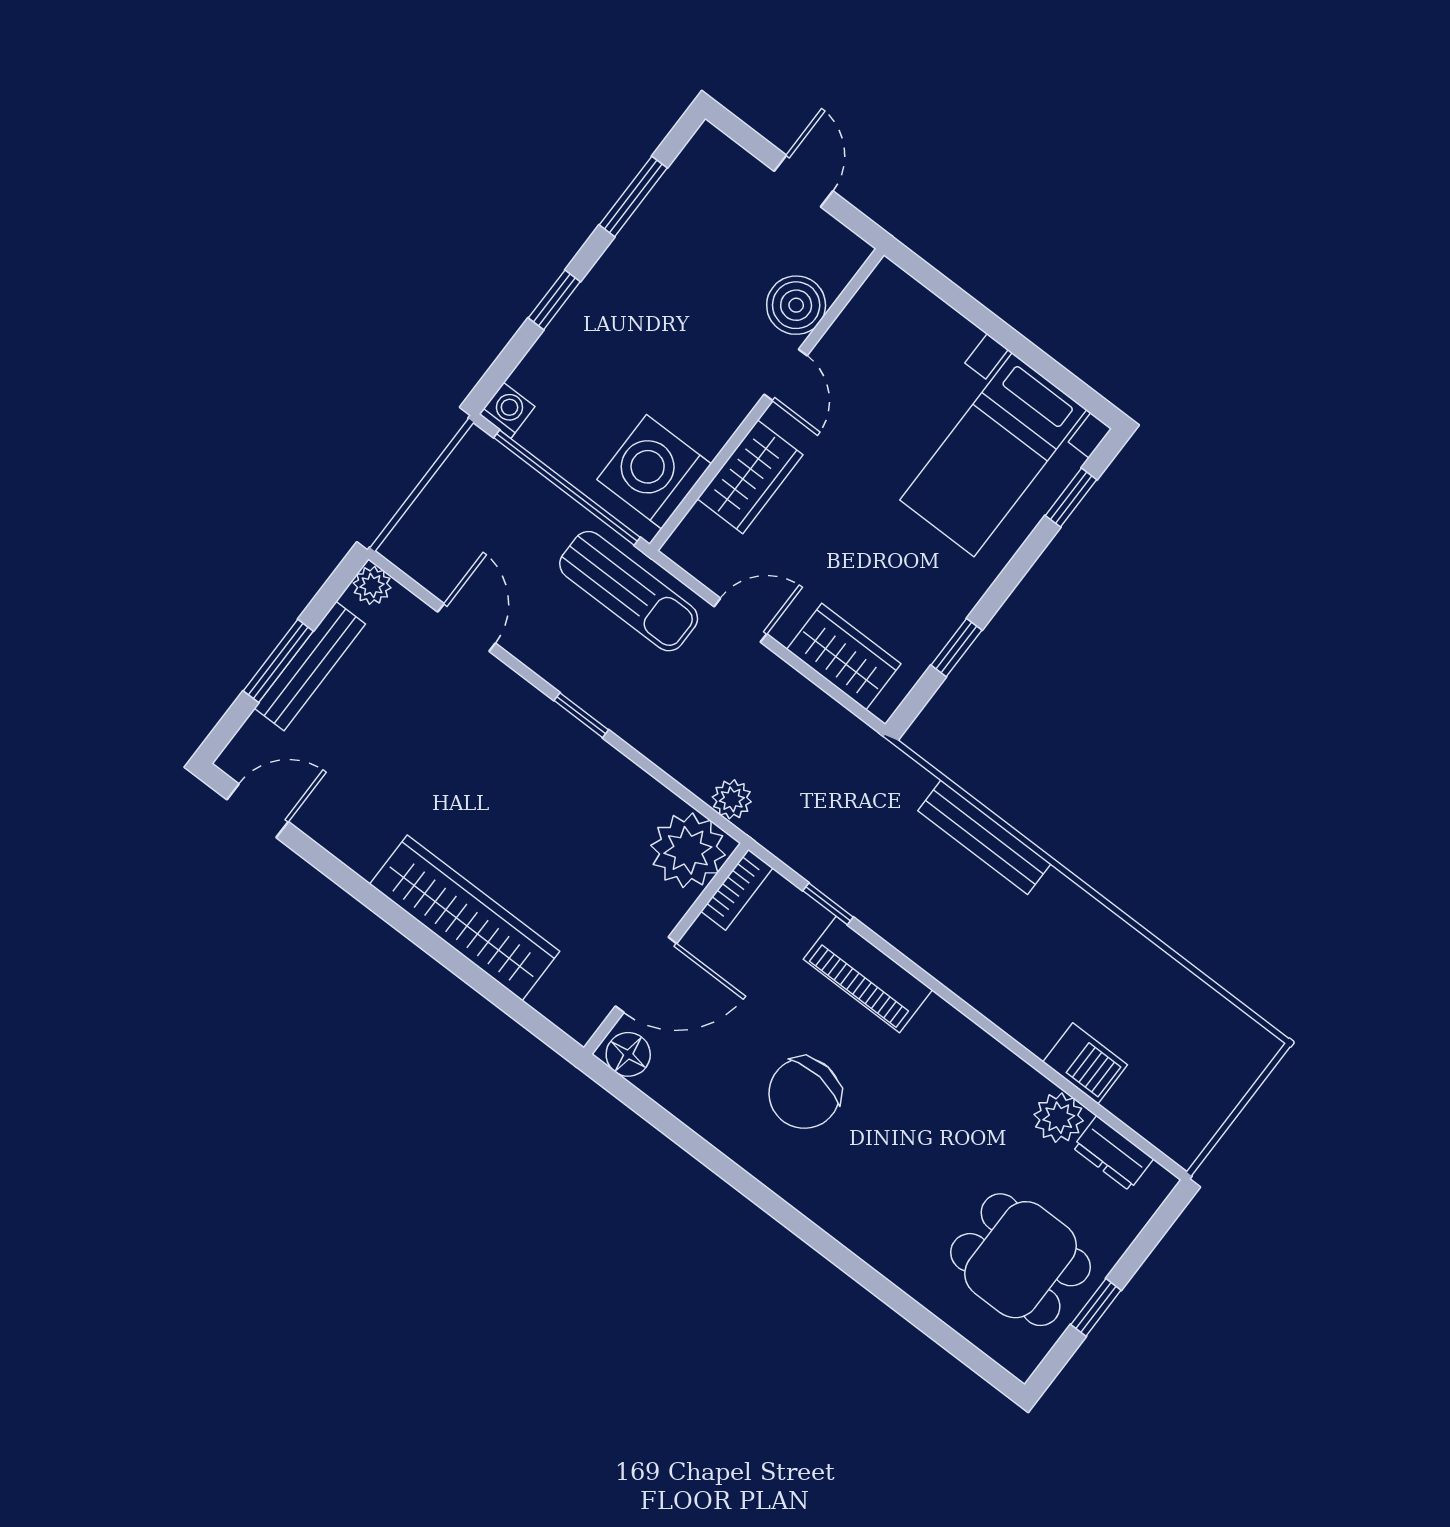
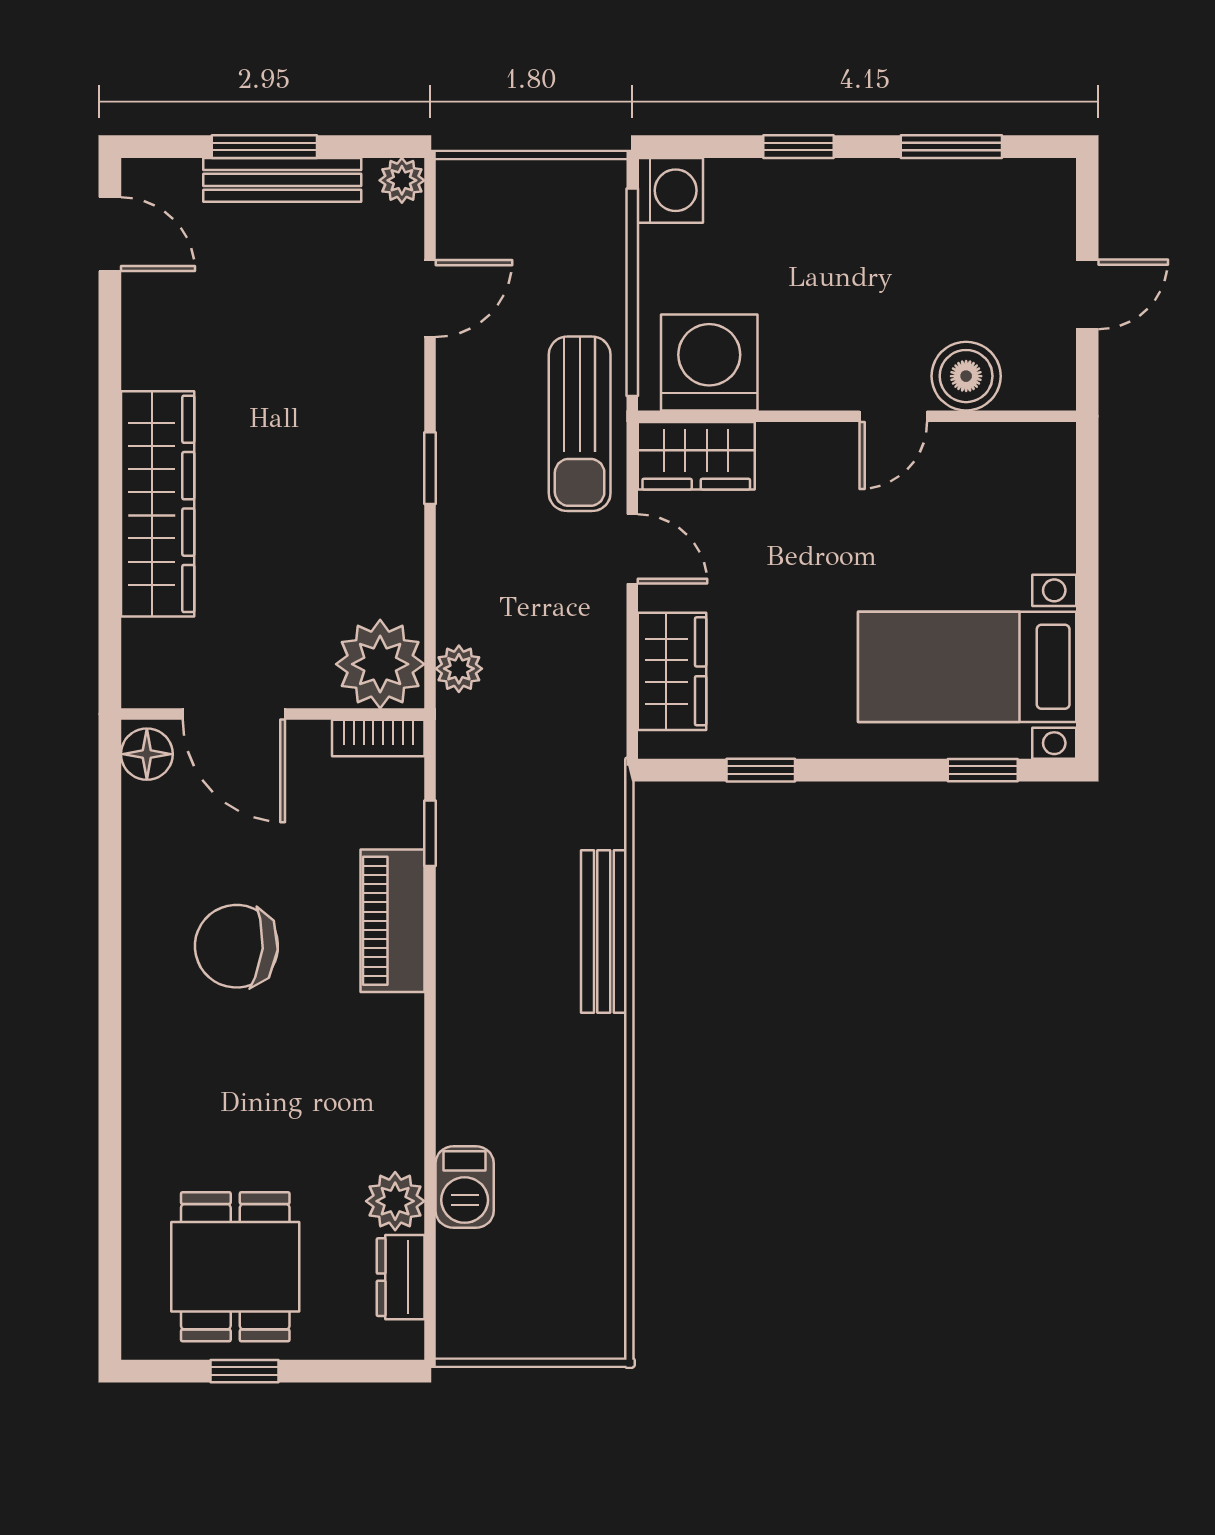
washing machine: (507, 410) -> (670, 190), width x1.38, depth x1.38
wardrobe: (750, 477) -> (696, 456), moved

